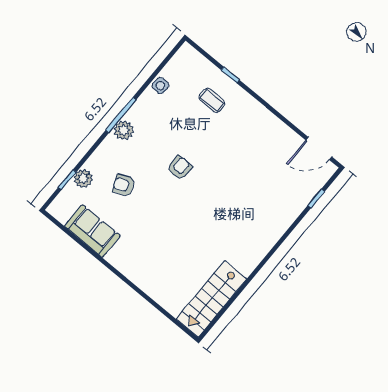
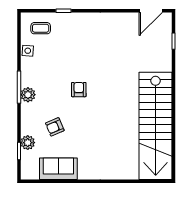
coffee table: (212, 100) -> (41, 28), moved
stairs: (211, 299) -> (156, 126), width x1.86, depth x1.51

